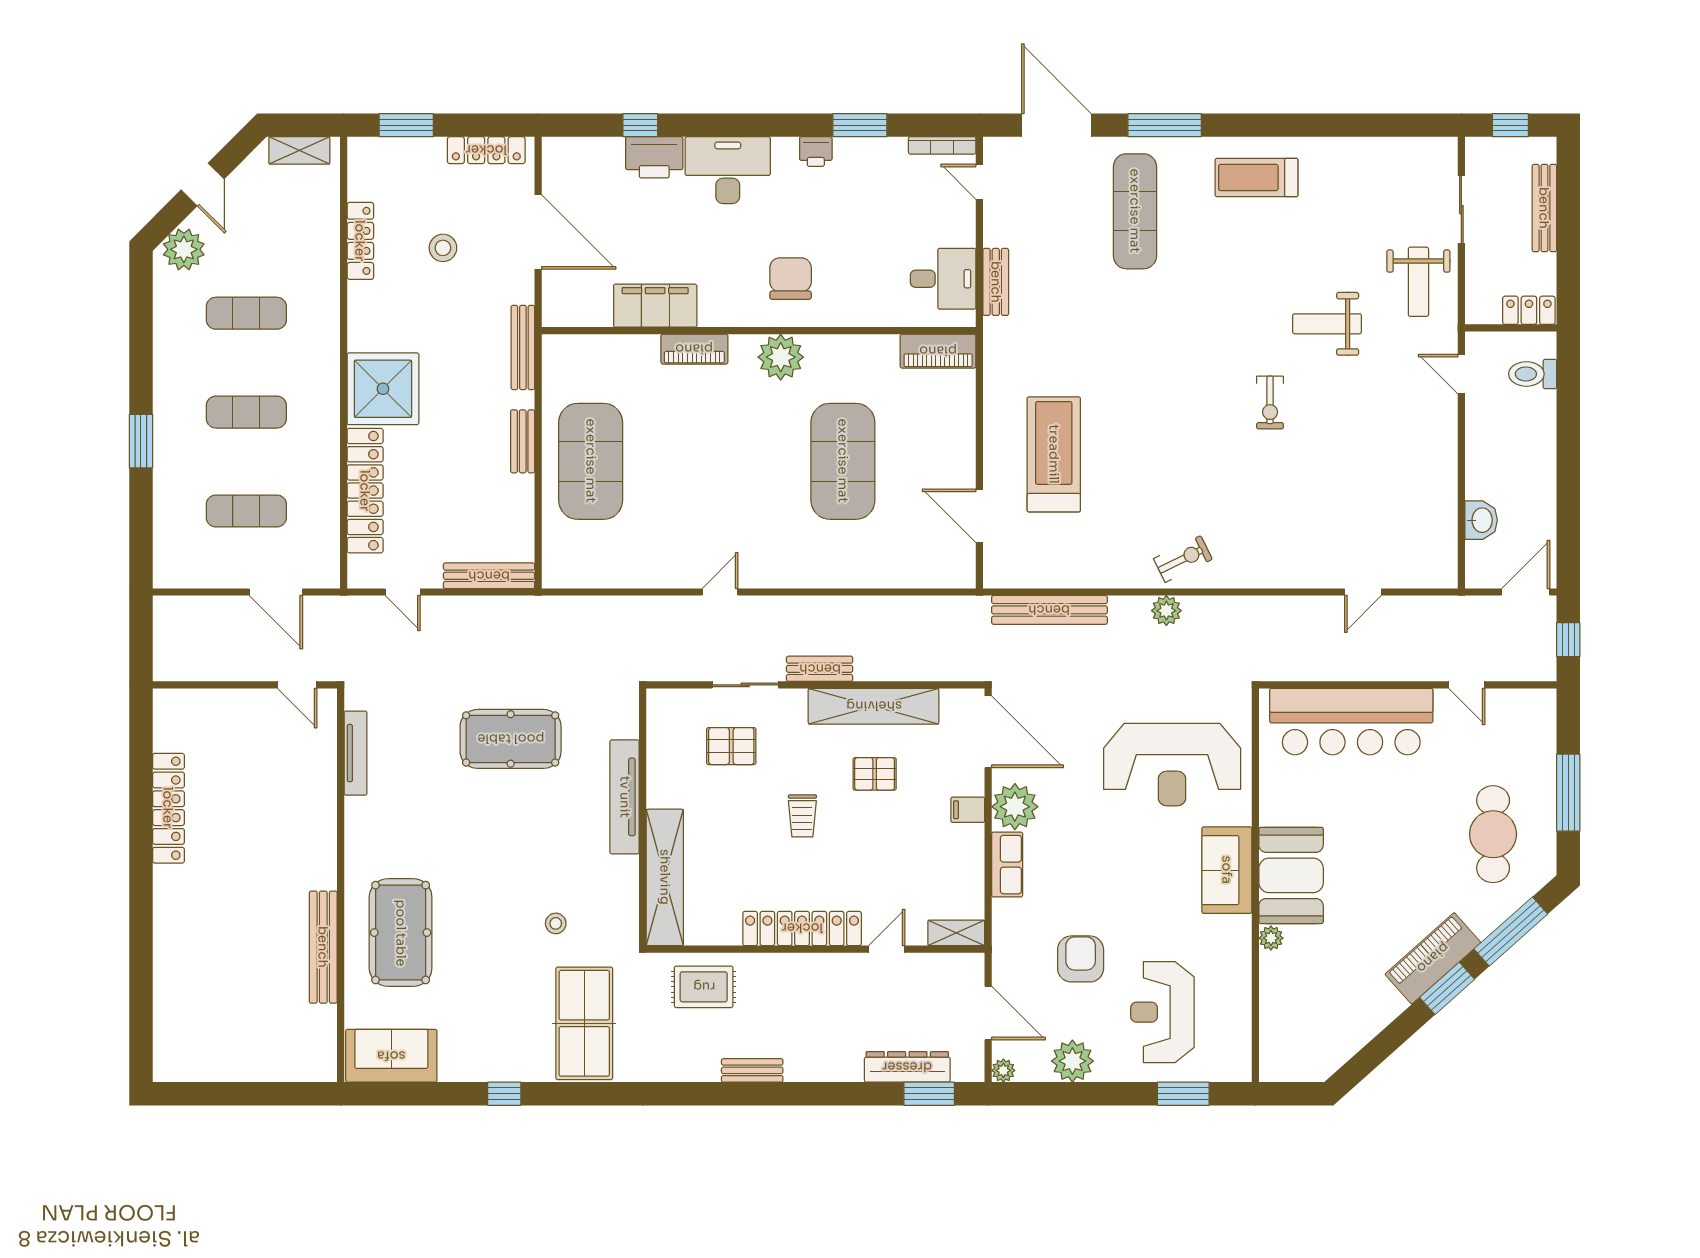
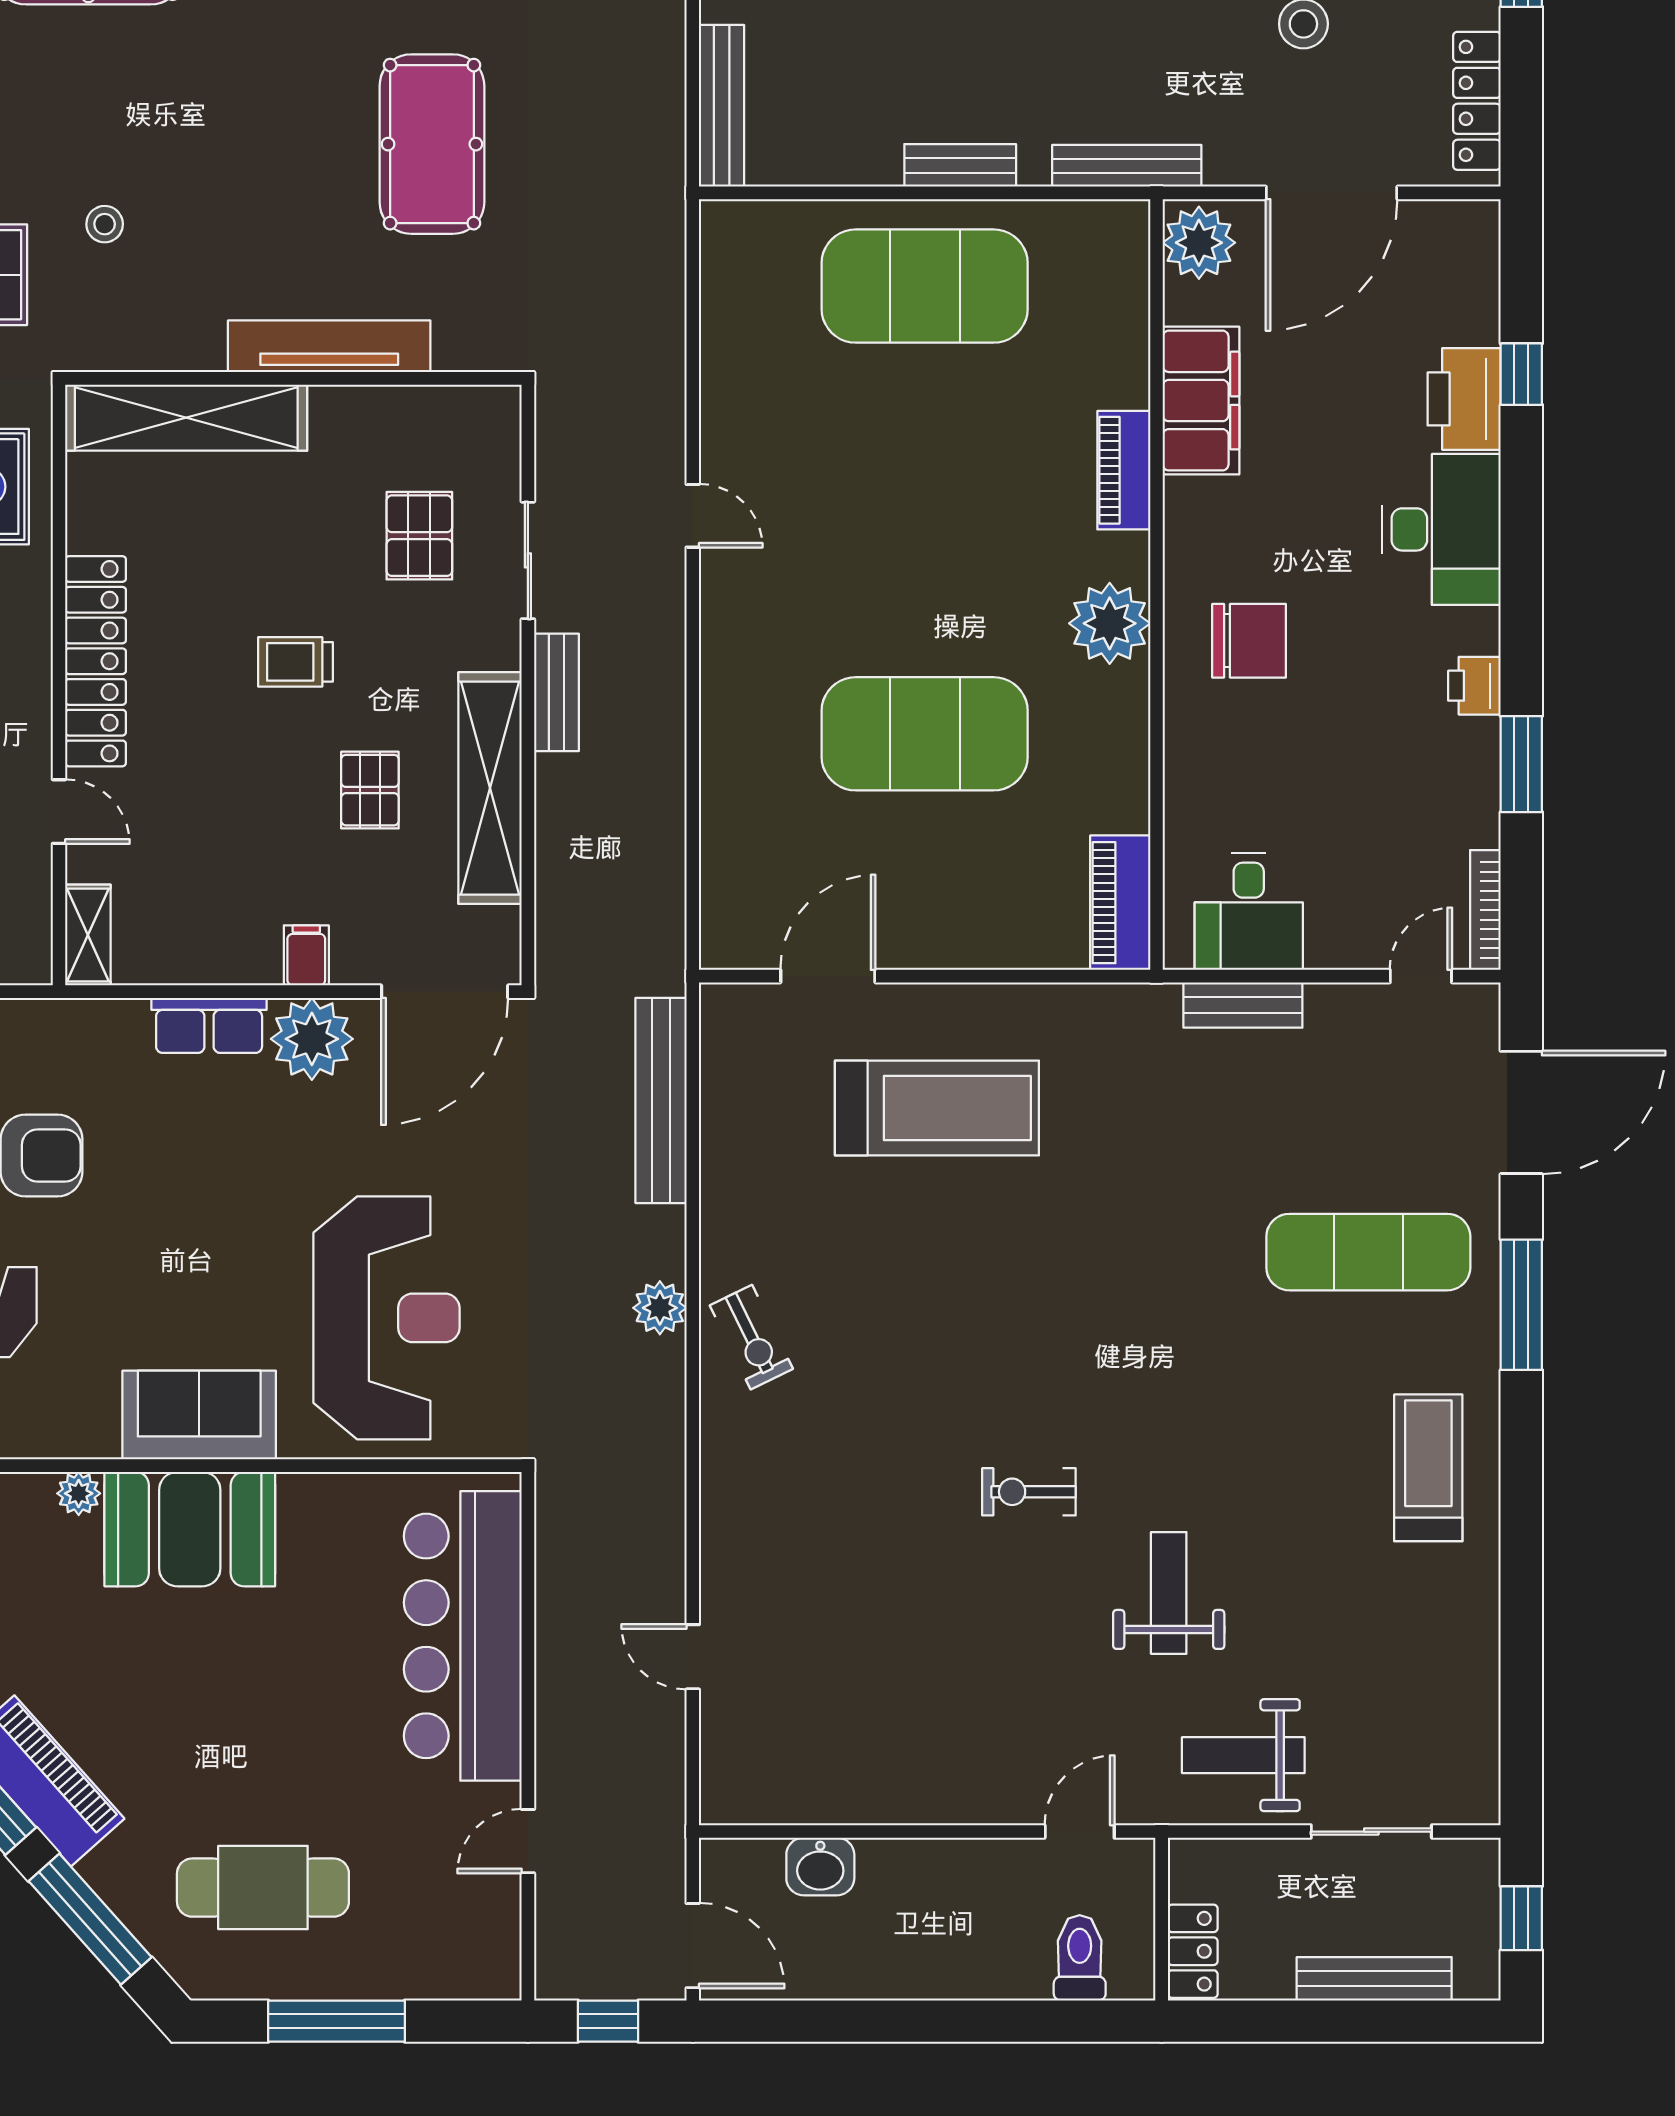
plant: (566, 307) -> (1199, 243), added
reception desk: (1172, 765) -> (386, 1318), turned 180

